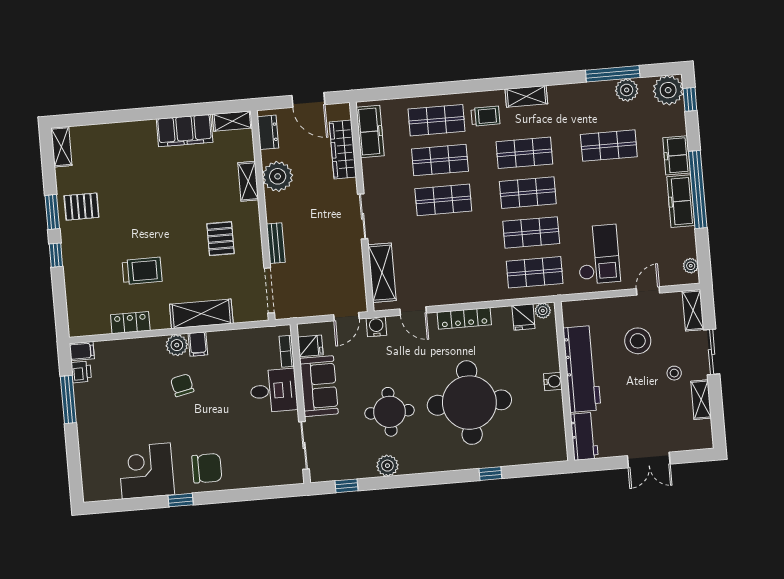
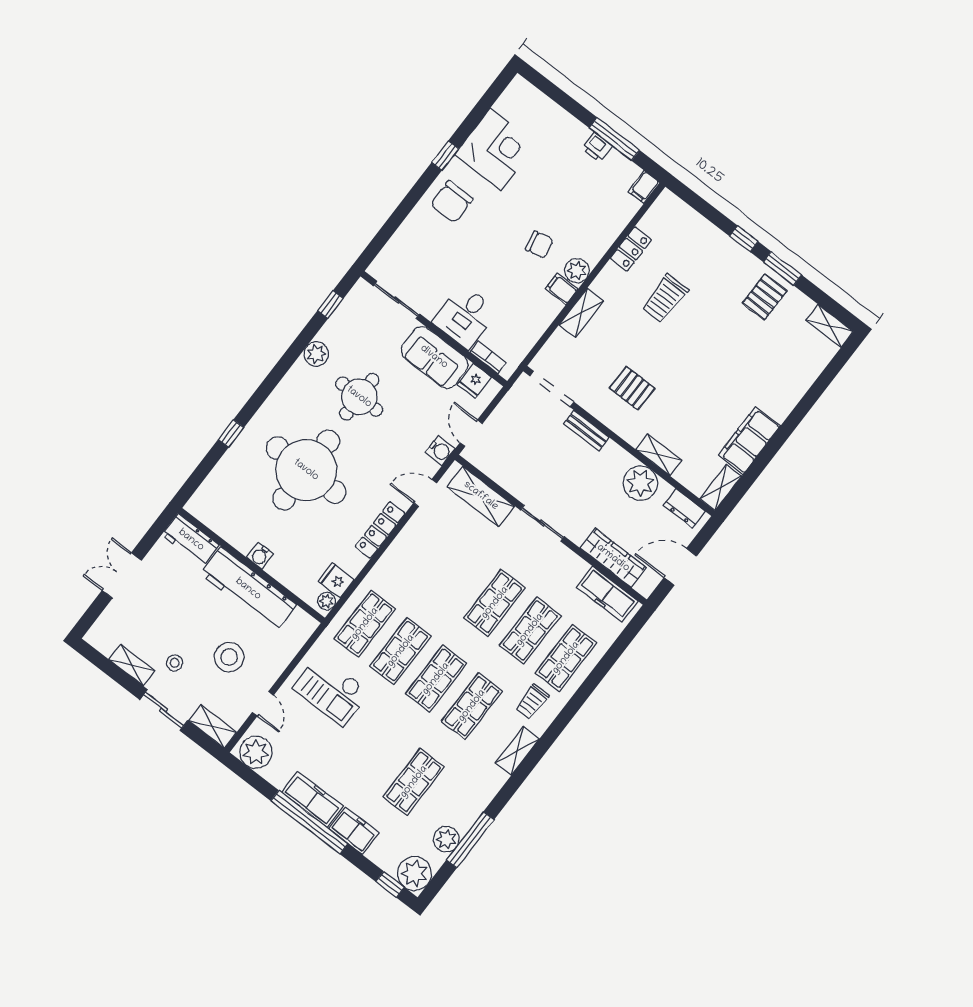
plant: (691, 266) -> (256, 752), width x1.87, depth x1.87
shelving: (201, 314) -> (581, 313), width x0.67, depth x0.75
printer: (81, 372) -> (597, 147), moved

